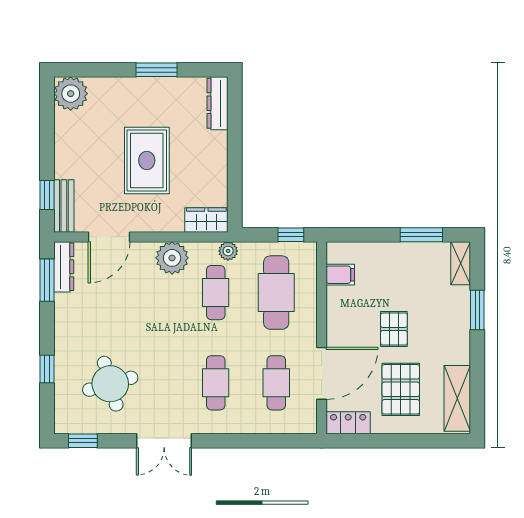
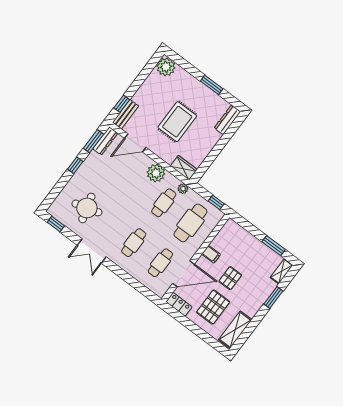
filing cabinet: (340, 275) -> (211, 254), moved
window: (47, 369) -> (75, 165), moved

